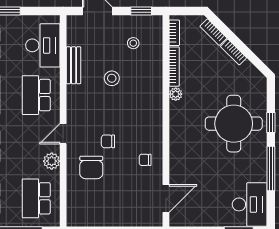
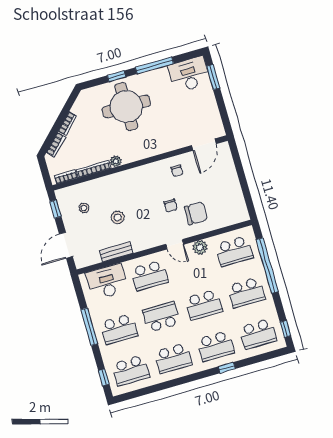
door: (166, 199) -> (204, 145), swing flipped

